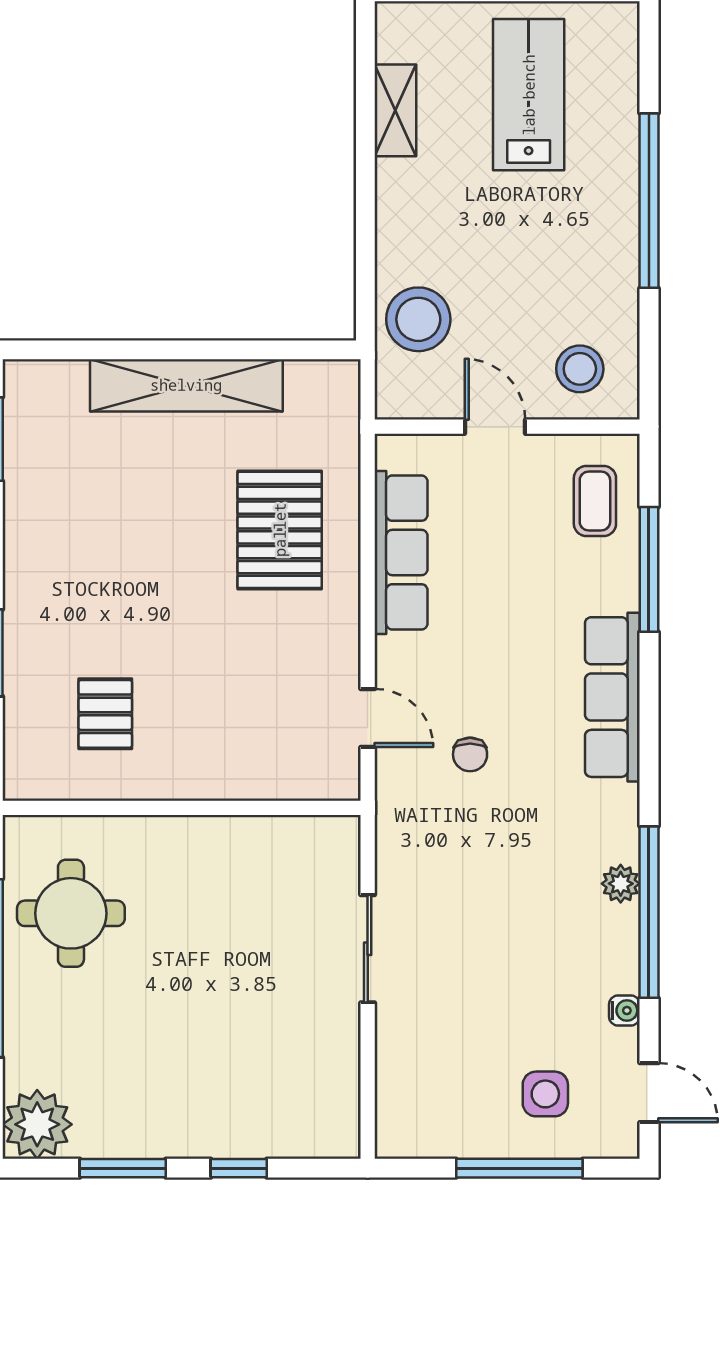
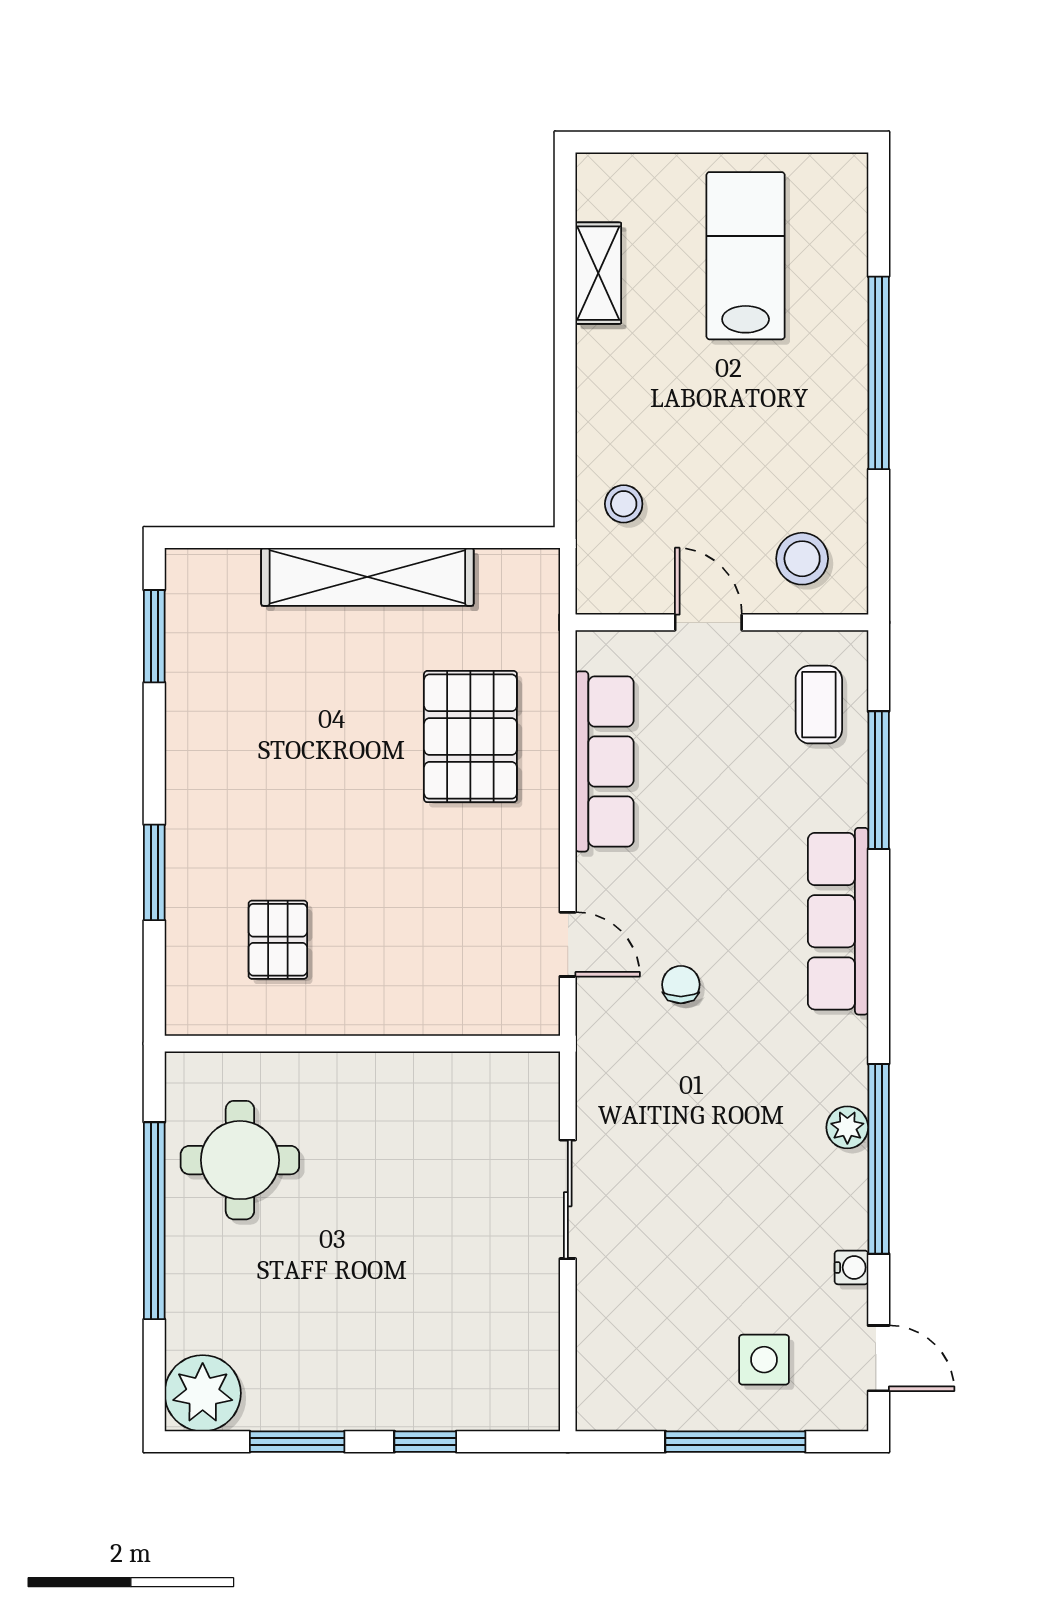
stool: (418, 319) -> (624, 504), width x0.53, depth x0.53
chair: (470, 754) -> (681, 985), turned 180

